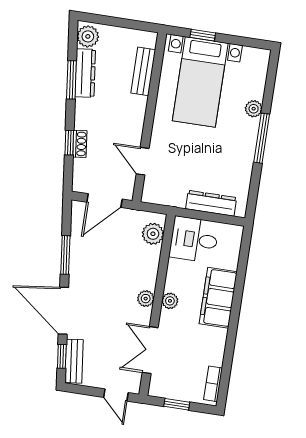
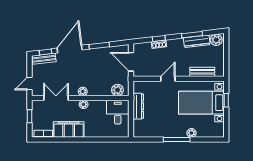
door: (143, 161) -> (168, 79), moved
dresser: (211, 203) -> (138, 106), moved
filing cabinet: (218, 298) -> (69, 130), moved

